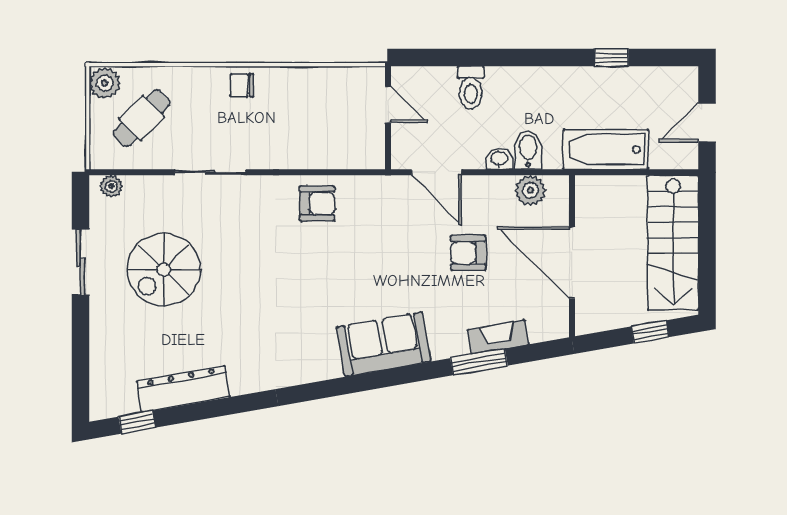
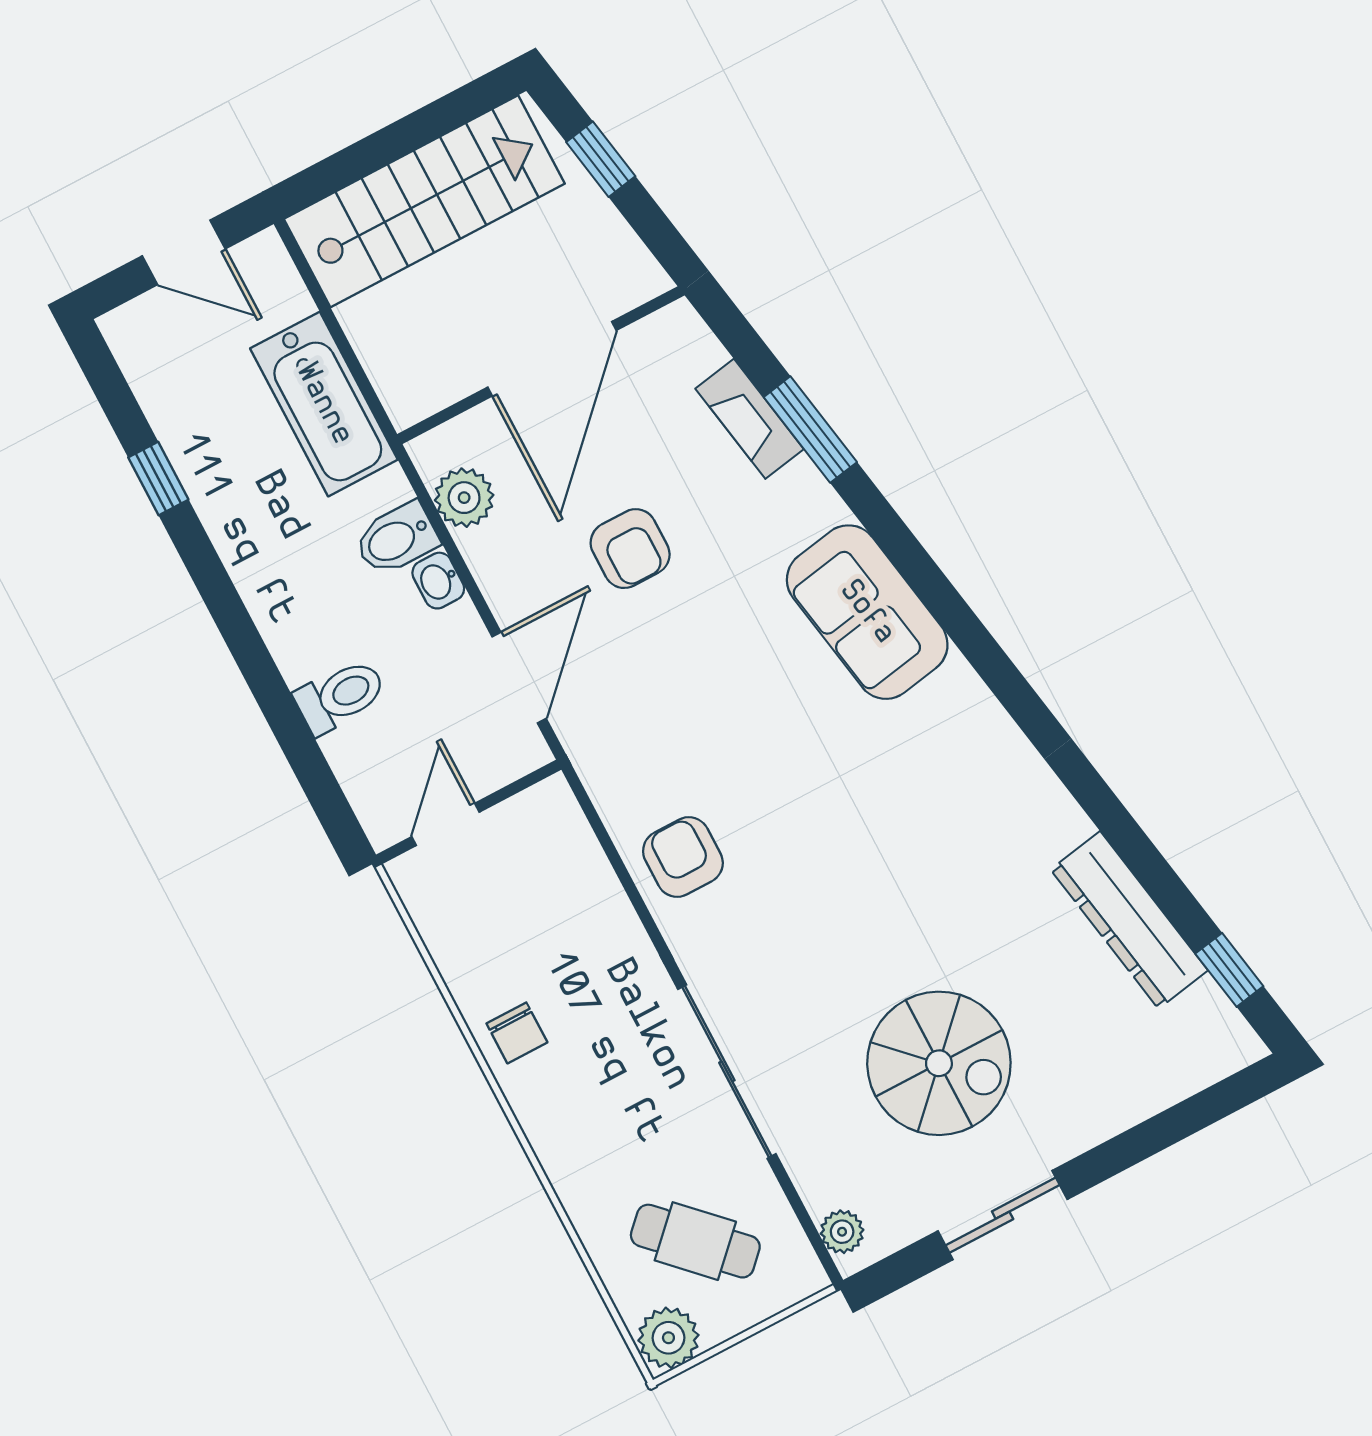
chair: (242, 85) -> (517, 1033), moved
sliding door: (210, 172) -> (727, 1072), width x1.37

